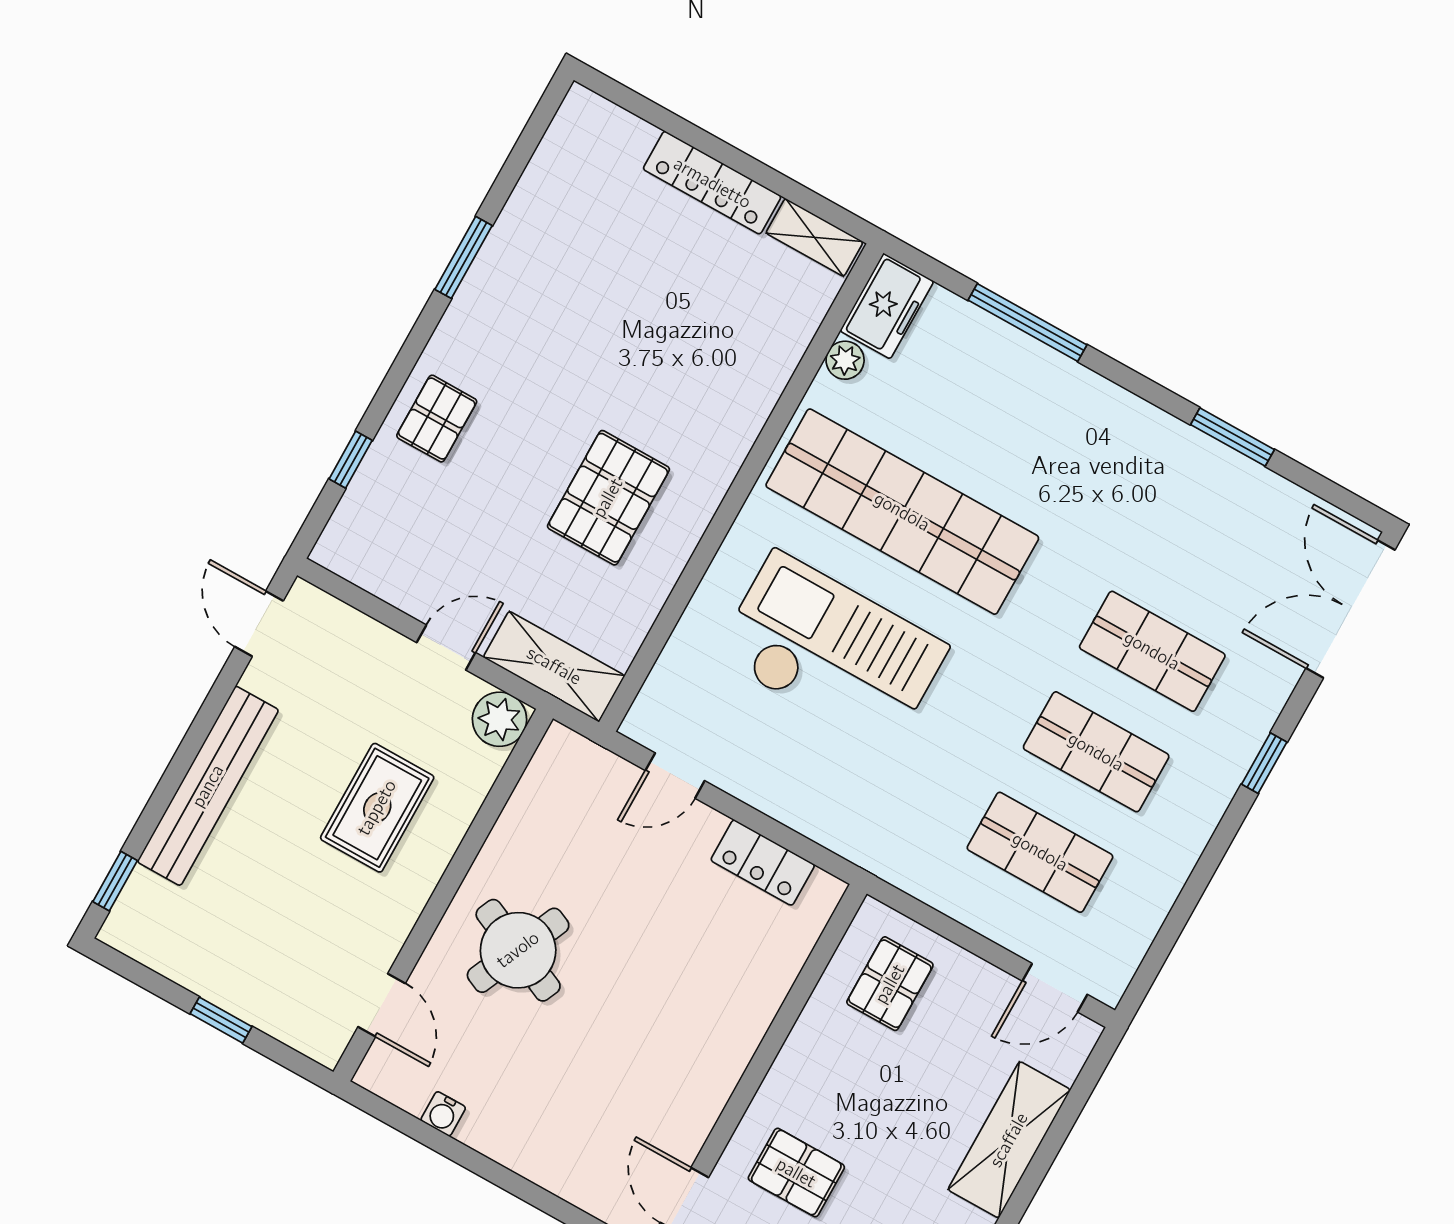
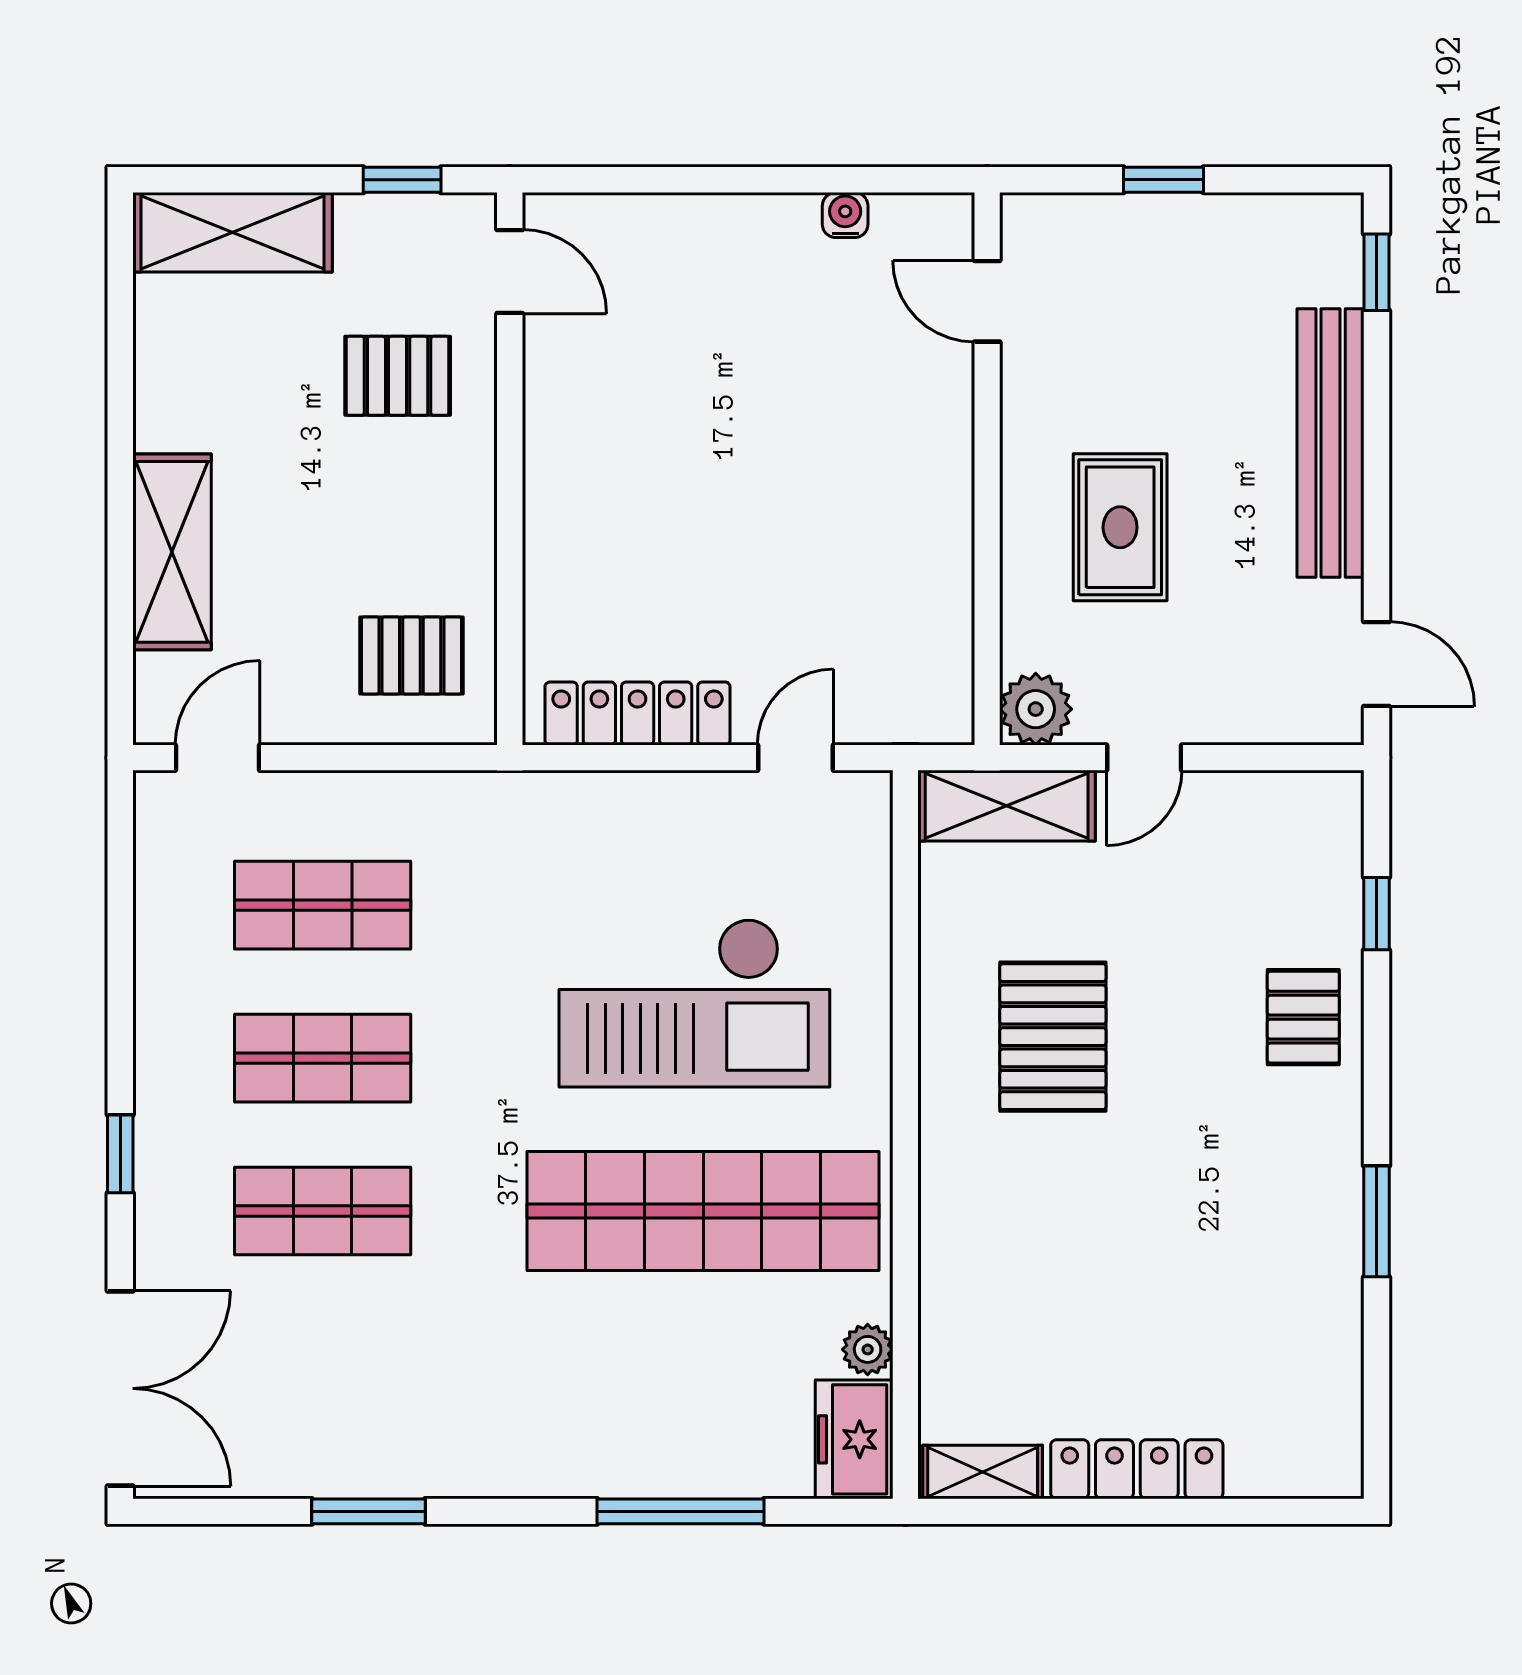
locker: (763, 863) -> (638, 713), width x1.53
round table: (518, 950) -> (864, 453), removed
pallet: (890, 984) -> (411, 656), turned 90

